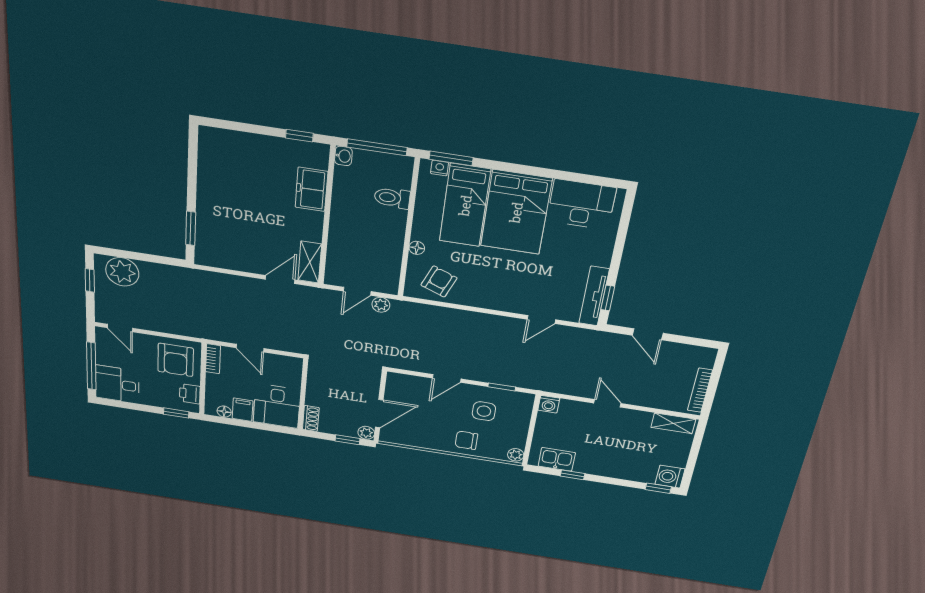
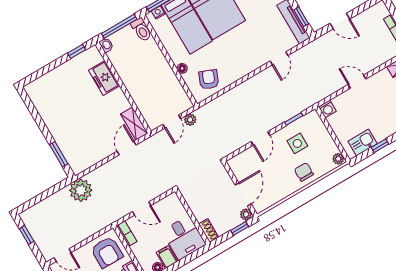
toilet: (392, 198) -> (141, 30), moved, turned -90
plant: (122, 272) -> (81, 190), moved
chair: (466, 440) -> (304, 172), turned 90

